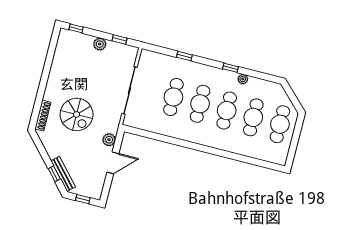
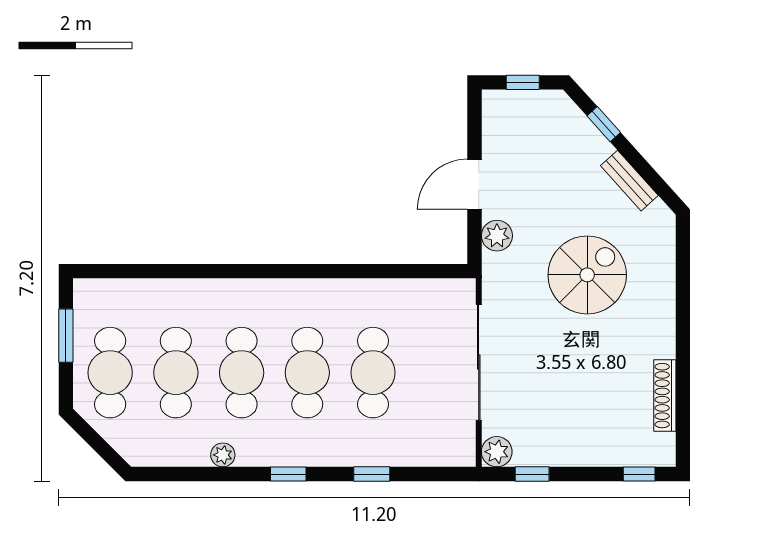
plant: (100, 44) -> (497, 452), moved
window: (230, 68) -> (288, 474), moved
spiral stairs: (77, 114) -> (587, 275), turned 90
shoe rack: (43, 116) -> (665, 396), moved
window: (294, 144) -> (66, 336), added
bench: (63, 174) -> (629, 181), moved, width x0.73

